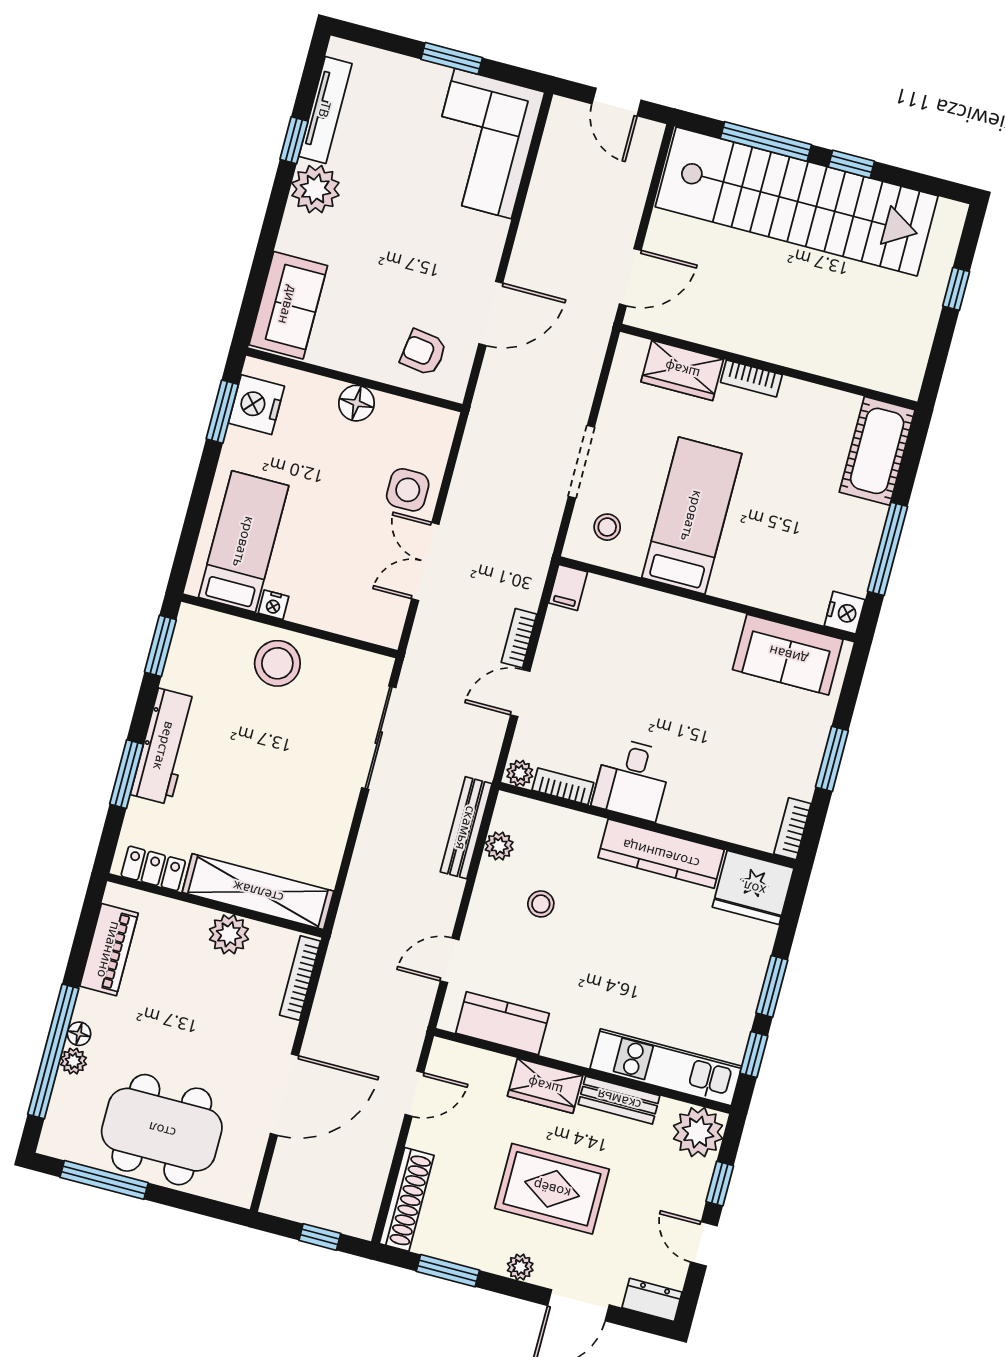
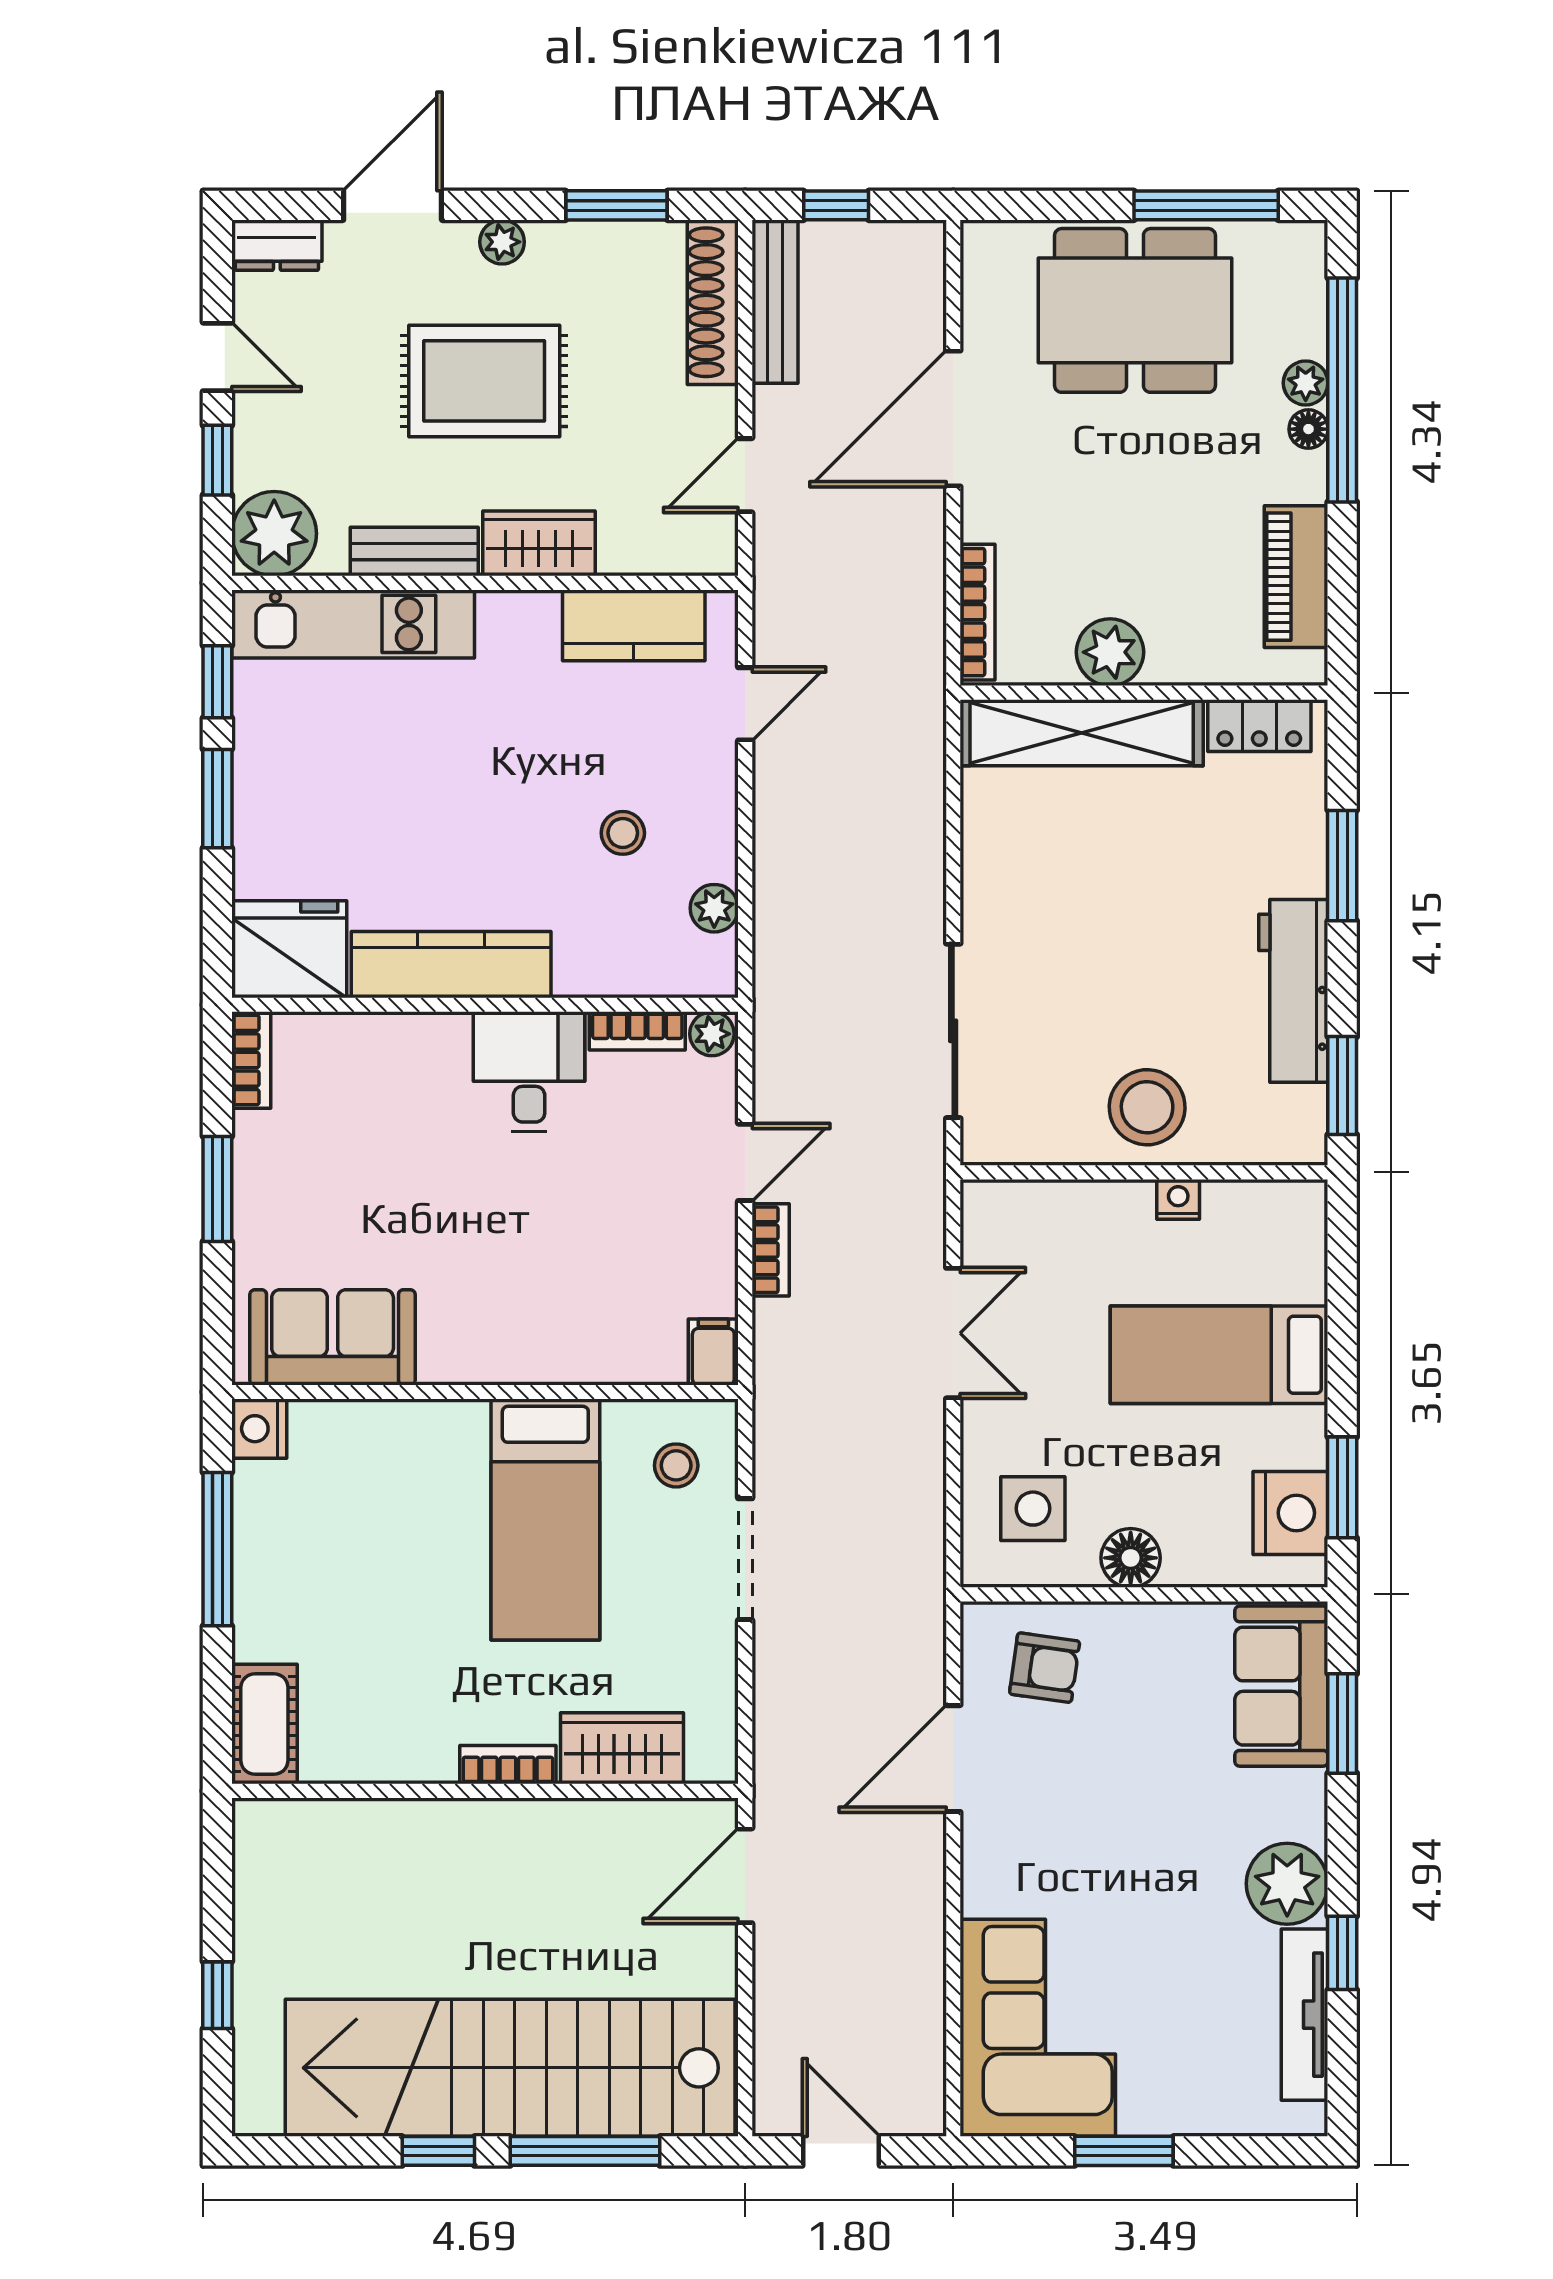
window: (259, 274) -> (1342, 1723), added
cot: (877, 451) -> (264, 1724), width x0.73, depth x0.75
side table: (408, 490) -> (1033, 1509), moved
bed: (244, 542) -> (1219, 1355), moved, turned 90
workbench: (164, 746) -> (1293, 991), moved
bench: (466, 828) -> (775, 302), moved

